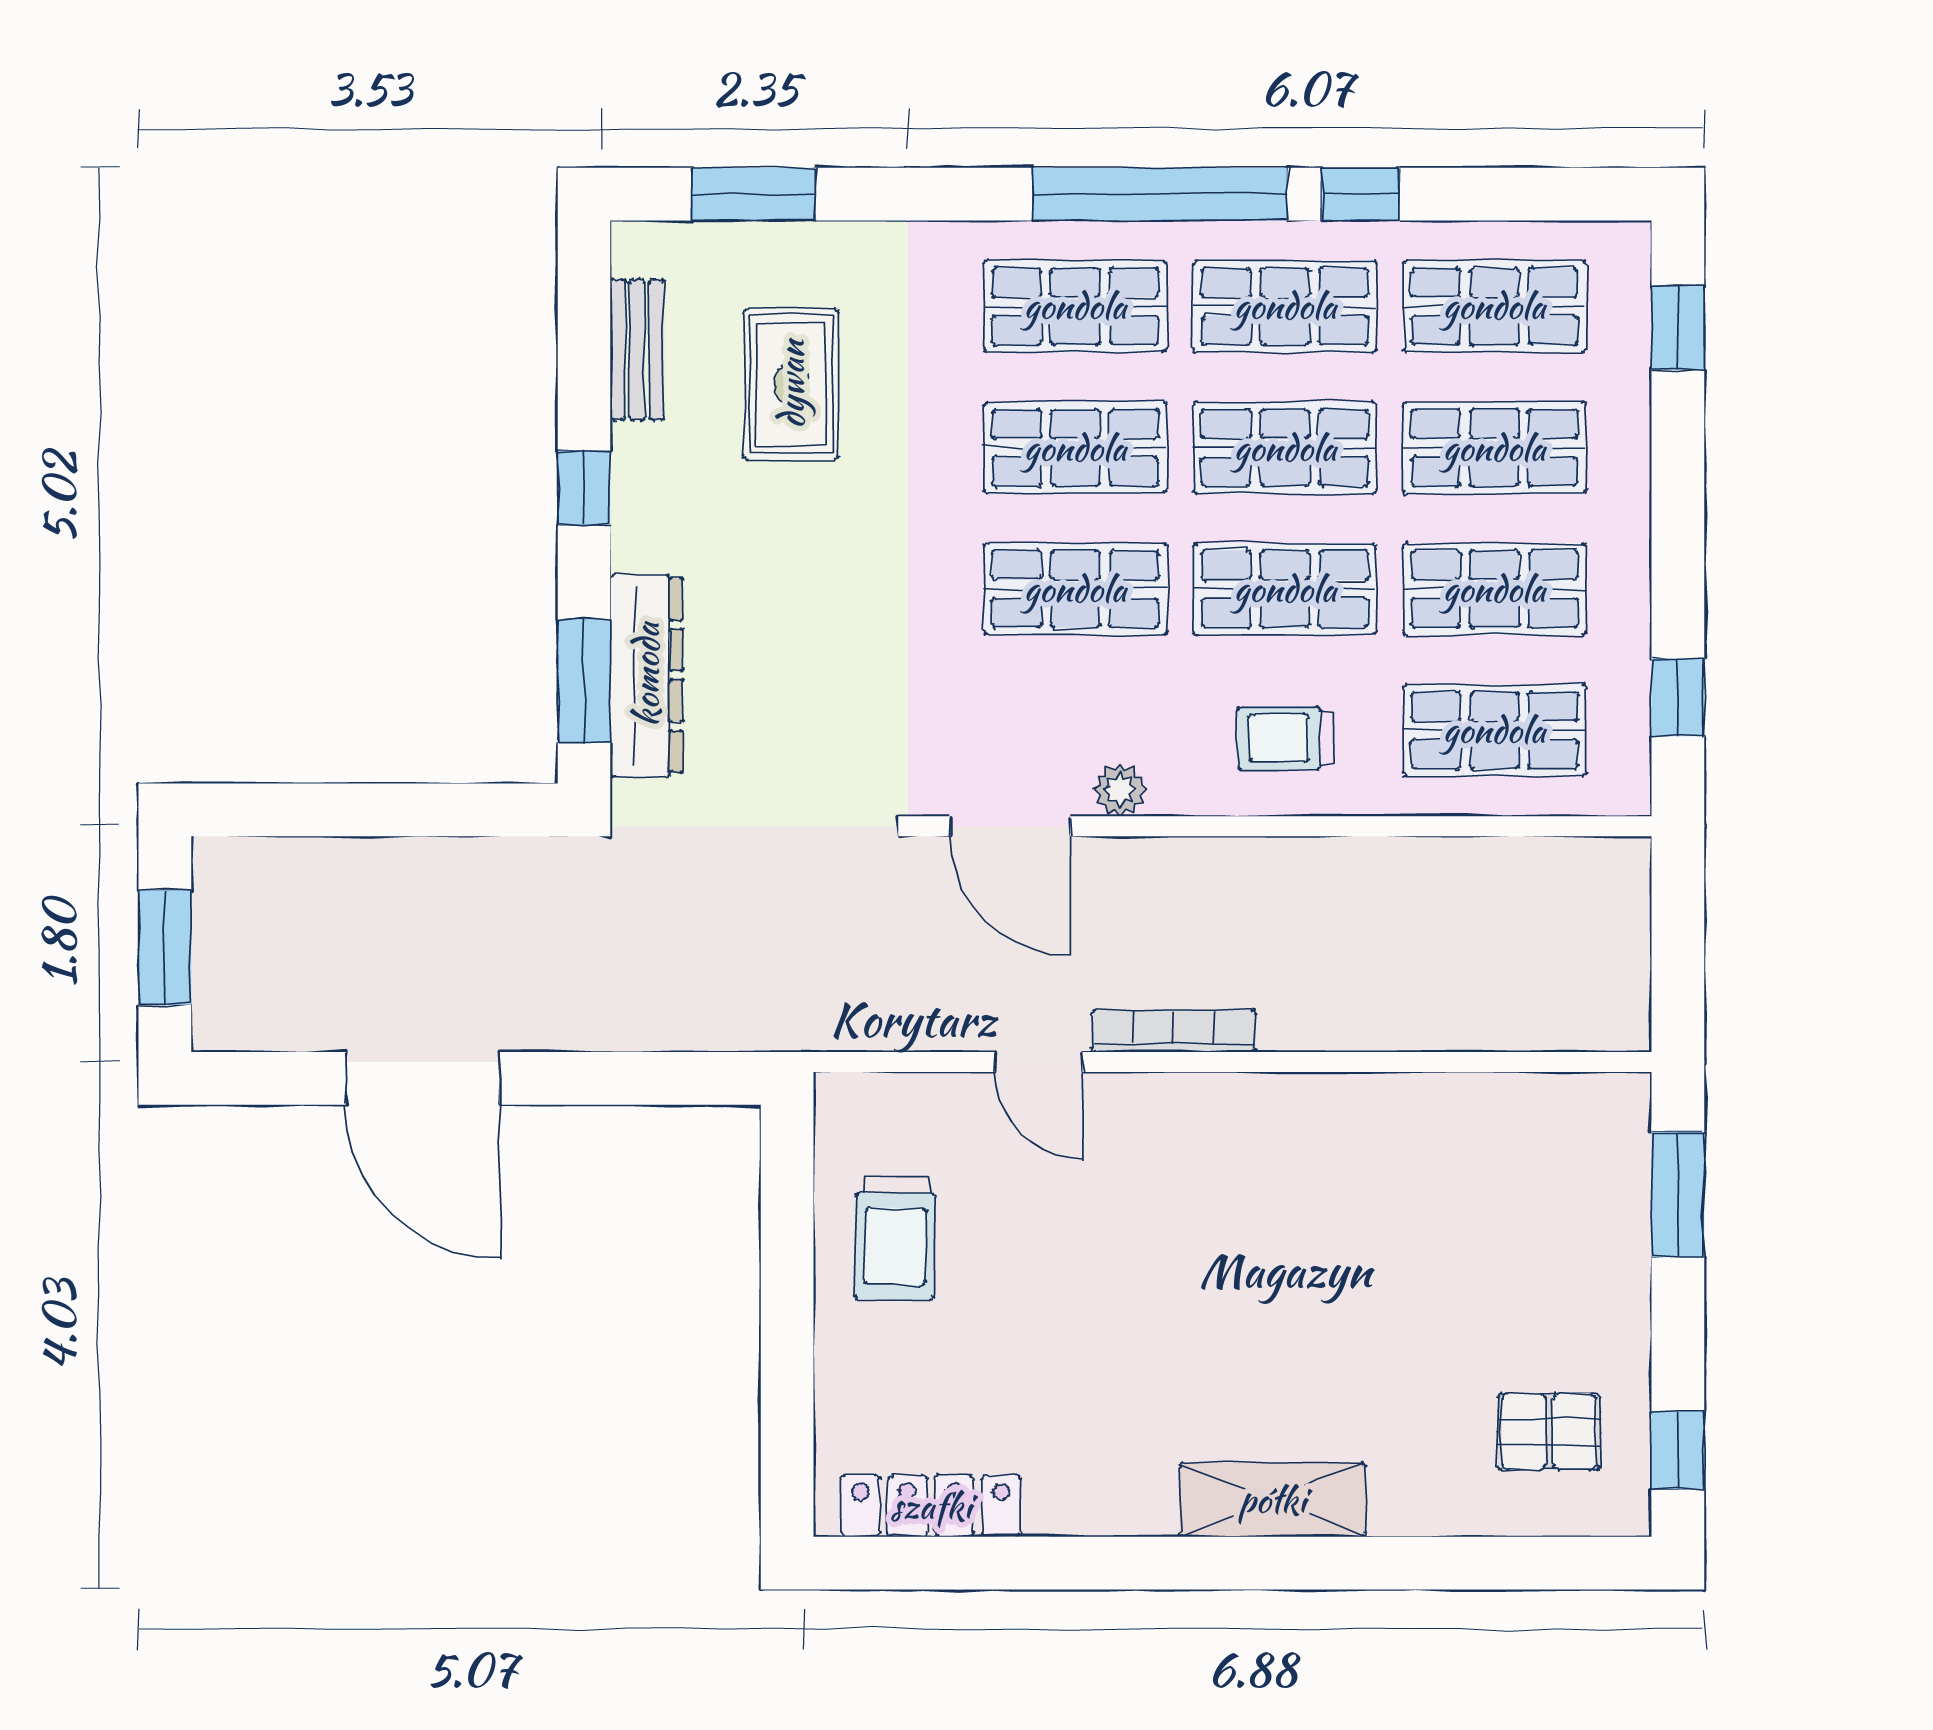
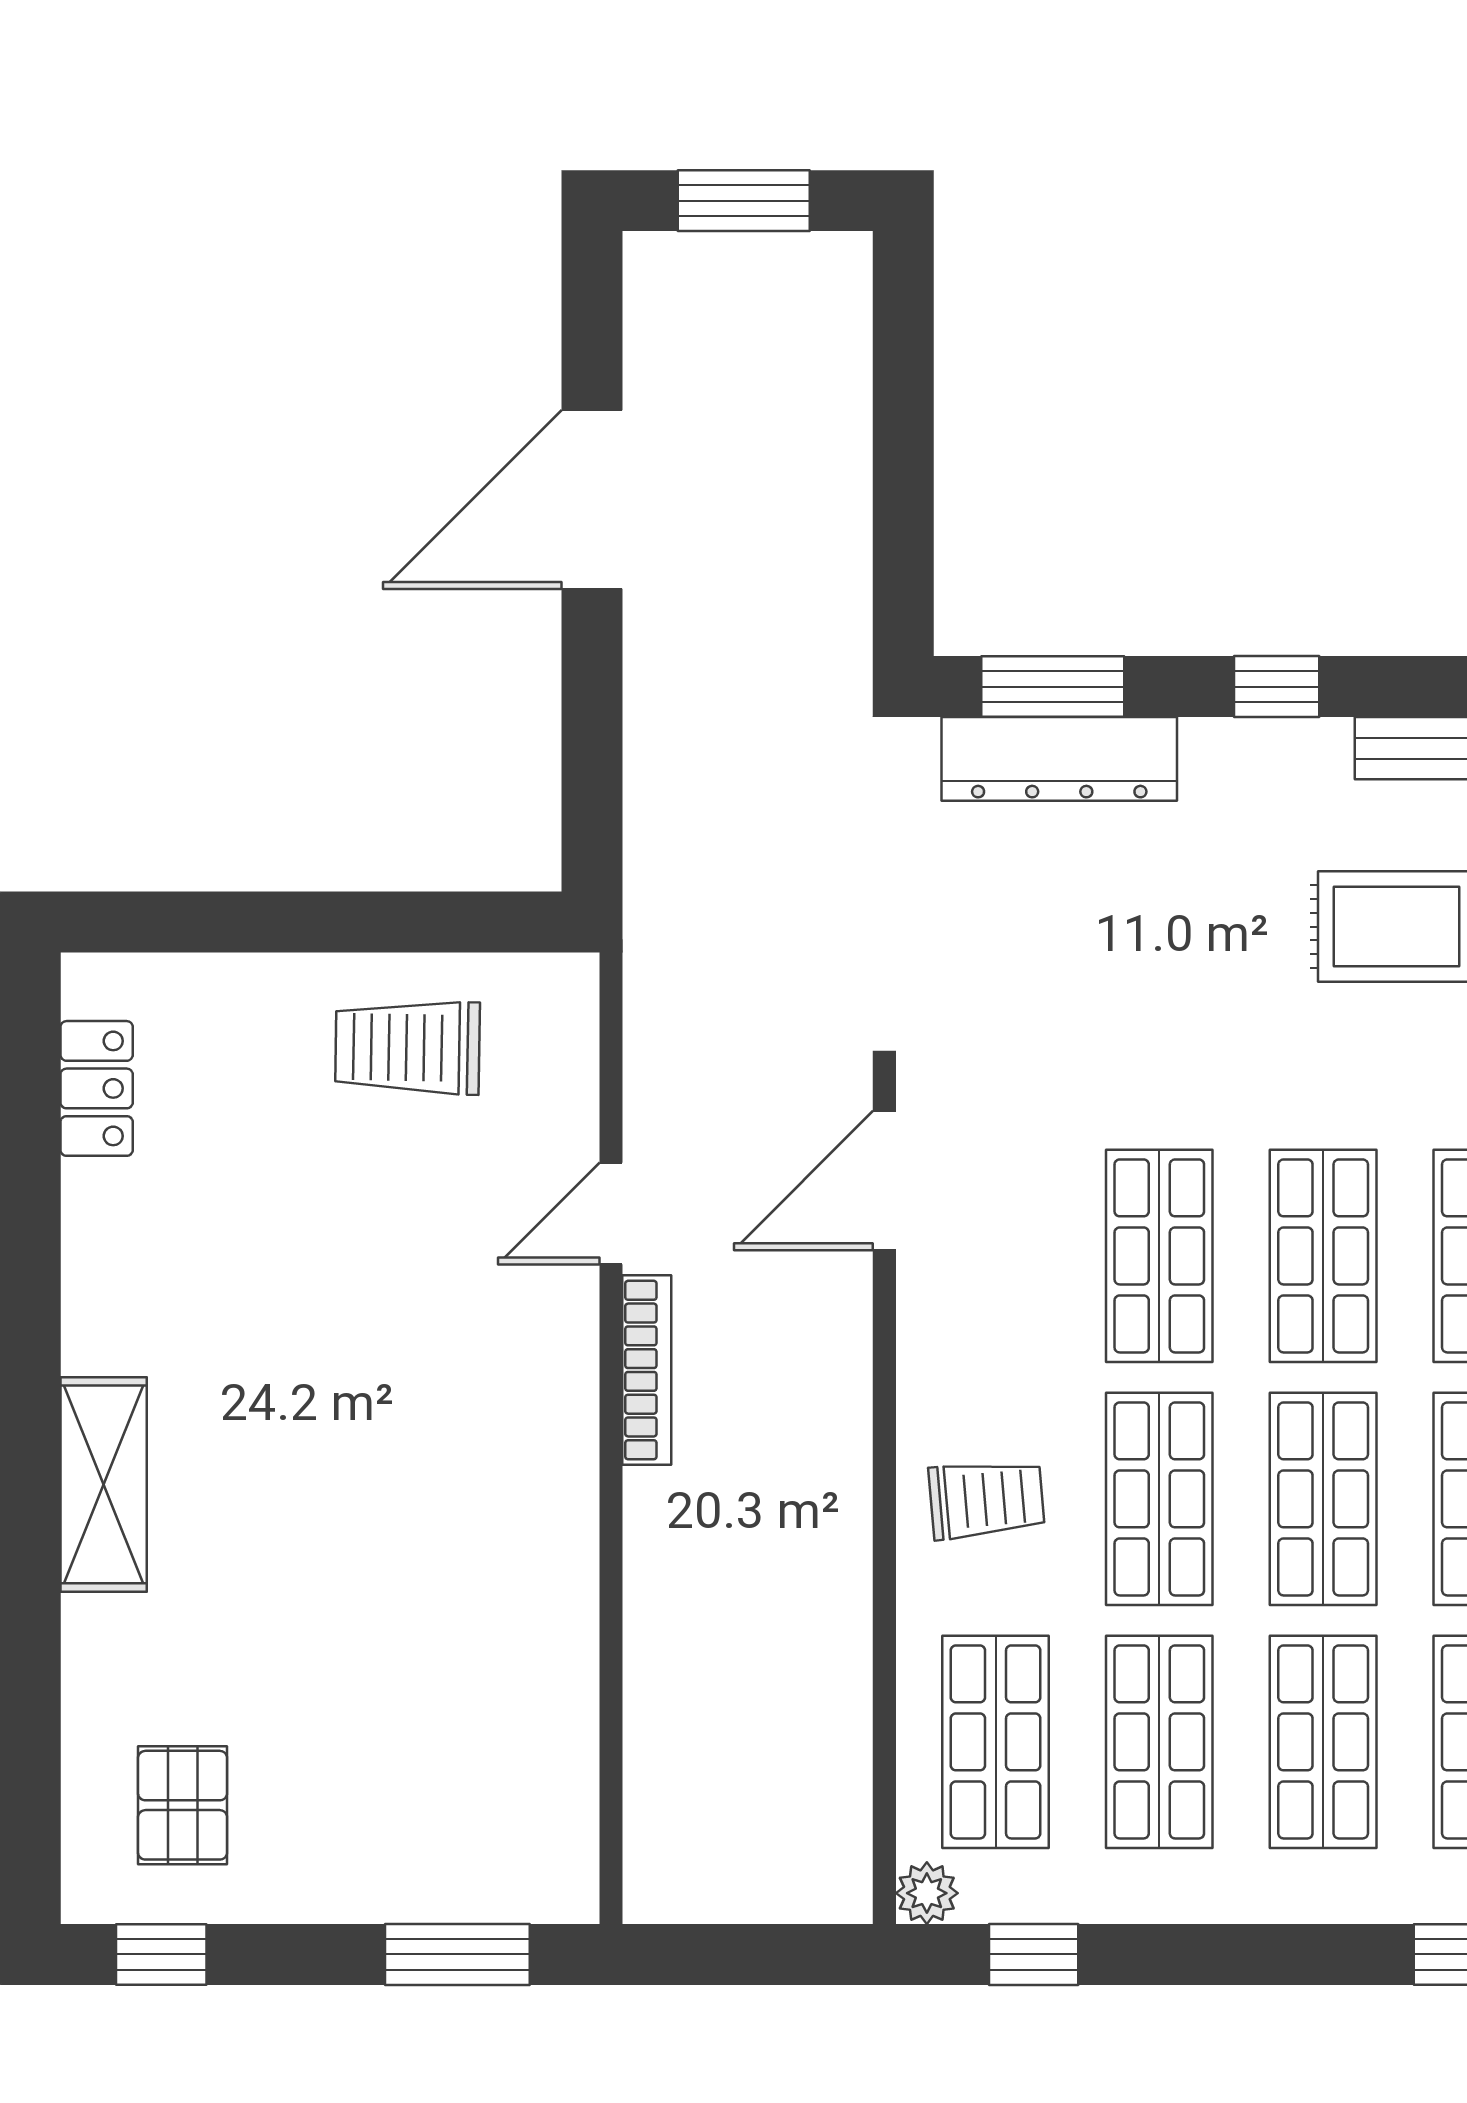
trolley: (1285, 738) -> (987, 1499), turned 85
plant: (1120, 790) -> (927, 1893), moved
locker: (931, 1506) -> (97, 1088), width x0.66

